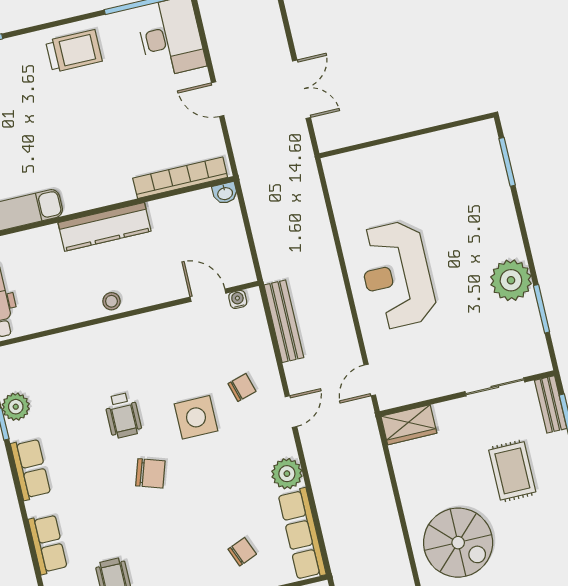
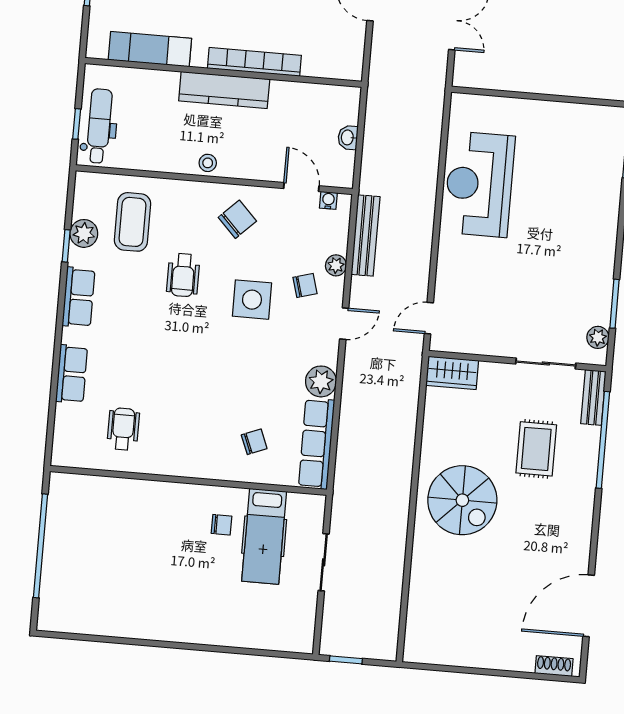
bookcase: (180, 178) -> (254, 62), moved
washbasin: (225, 193) -> (348, 137), moved, turned 90
reception desk: (397, 275) -> (479, 184), moved
plant: (511, 280) -> (598, 337), moved, width x0.53, depth x0.53
plant: (265, 359) -> (336, 265), added
coffee table: (58, 381) -> (133, 222), added
chair: (150, 473) -> (237, 219), moved, turned -62

